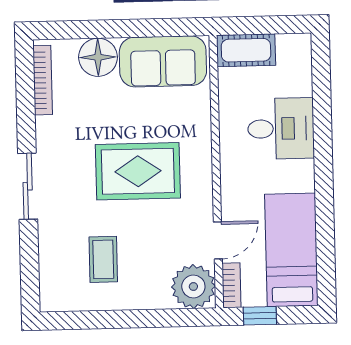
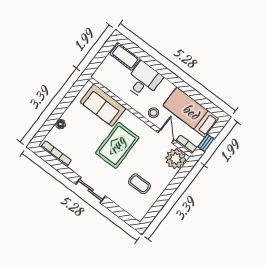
cot: (246, 50) -> (125, 57), moved, turned 90
floor lamp: (98, 57) -> (60, 124), width x0.53, depth x0.53
sofa: (163, 61) -> (103, 105), moved, turned 90
stool: (241, 188) -> (154, 113), added

